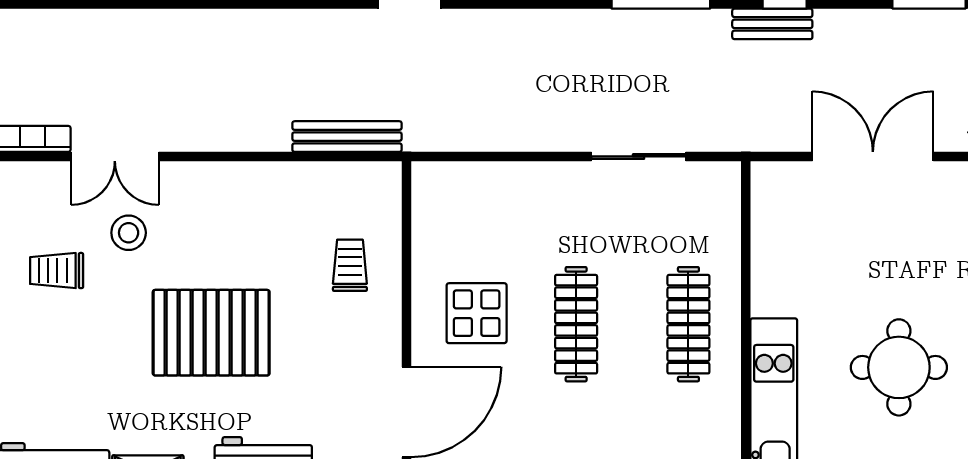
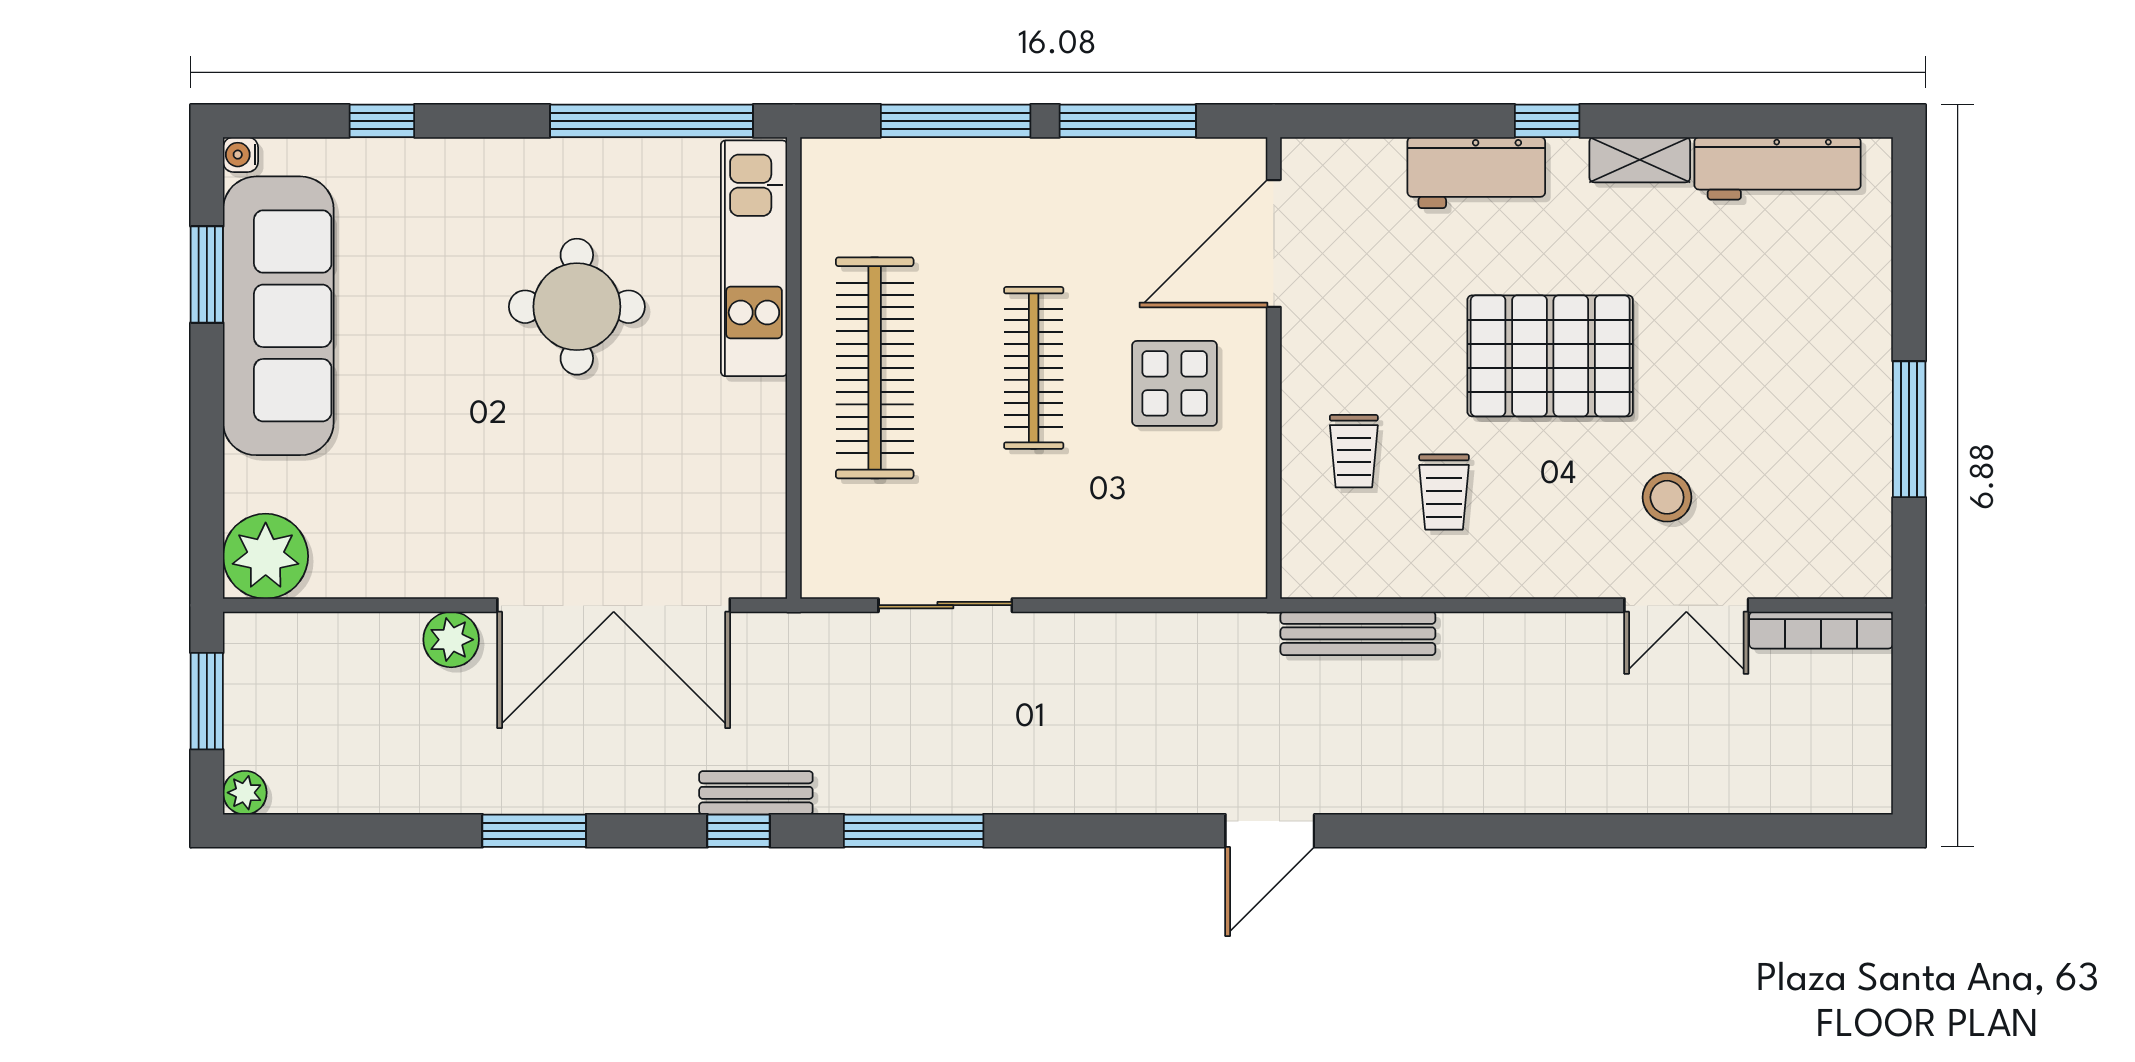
double door: (115, 156) -> (1686, 605), swing flipped
double door: (873, 156) -> (614, 605), width x1.36
trolley: (57, 271) -> (1444, 492), moved, turned 90
clothes rail: (688, 324) -> (875, 368), width x1.37, depth x1.31

